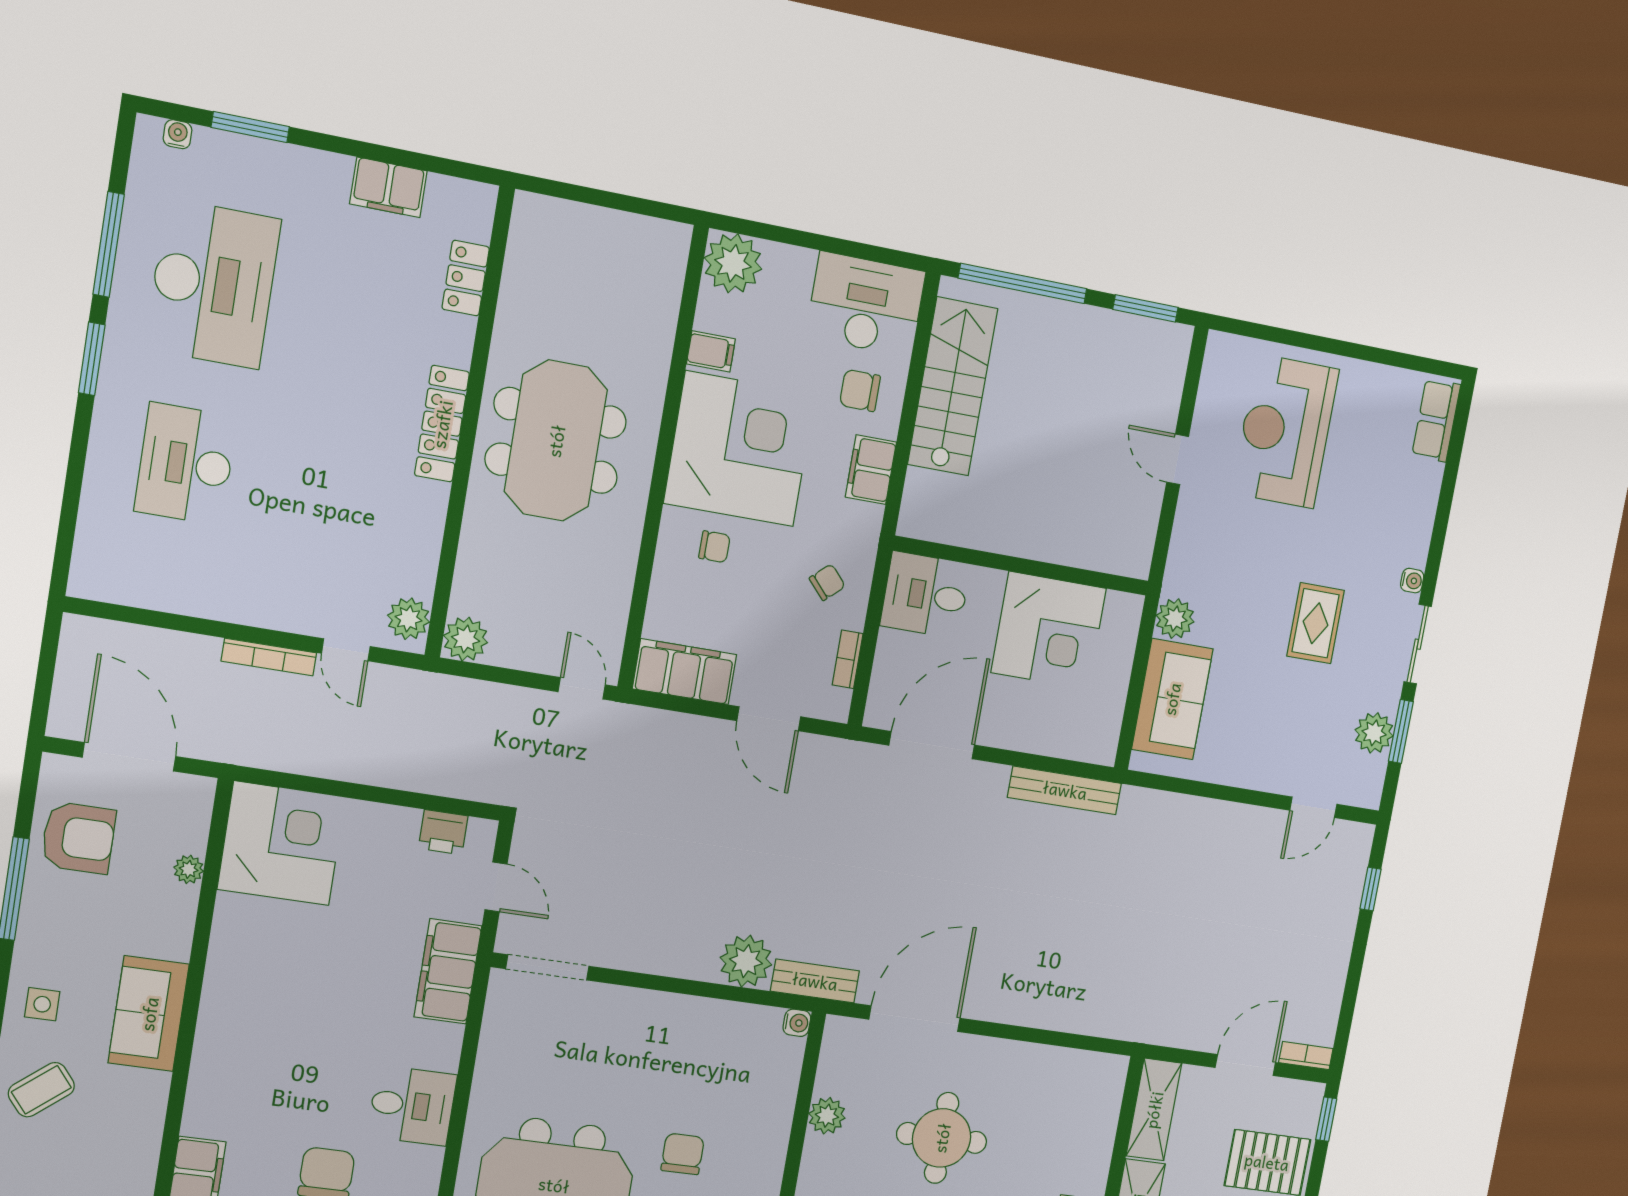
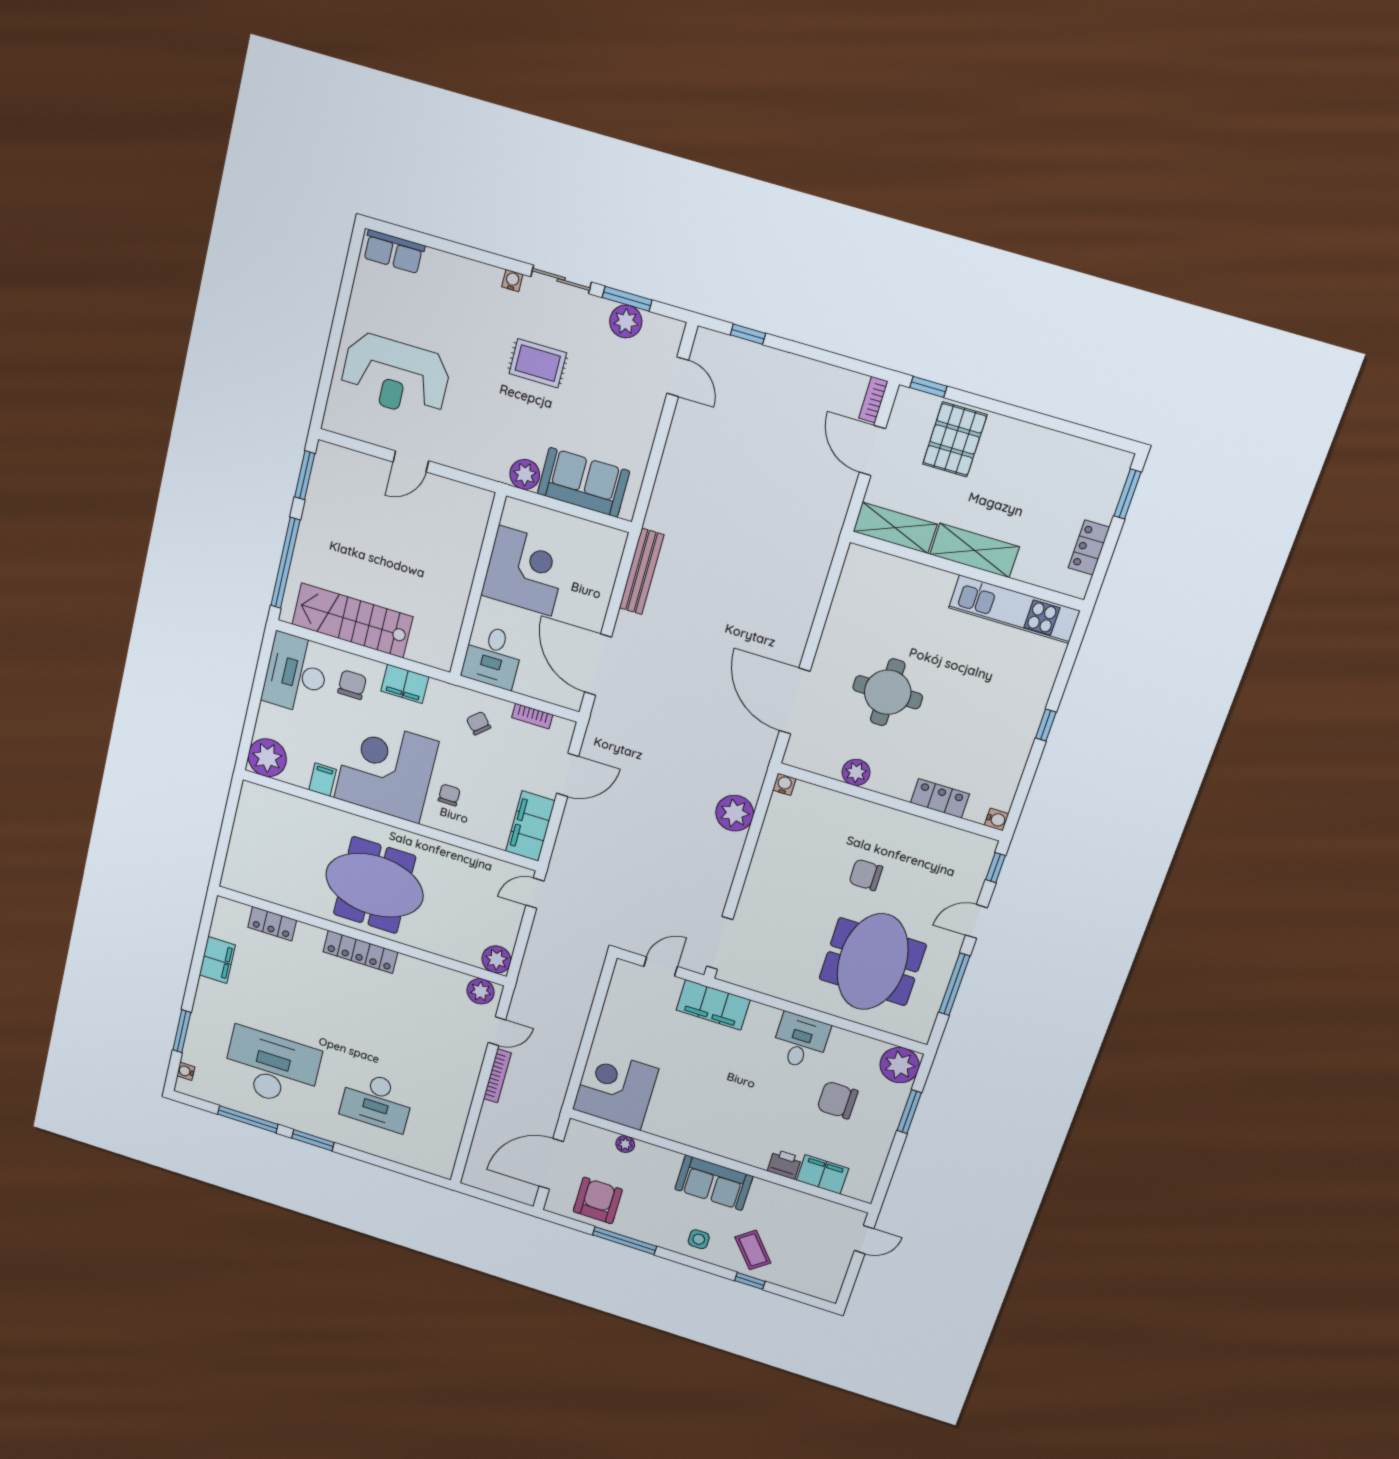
chair: (860, 390) -> (352, 685), turned 180
printer: (443, 832) -> (784, 1164), moved, turned -90
bench: (815, 981) -> (756, 768), removed

